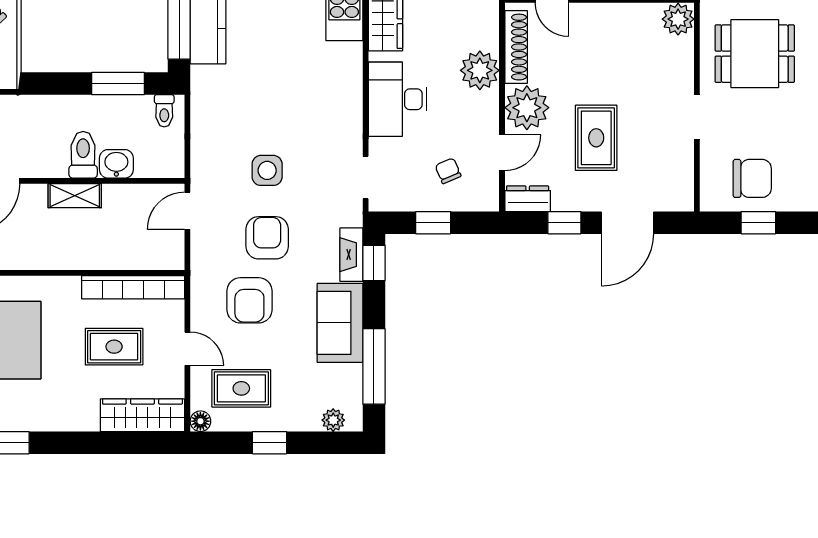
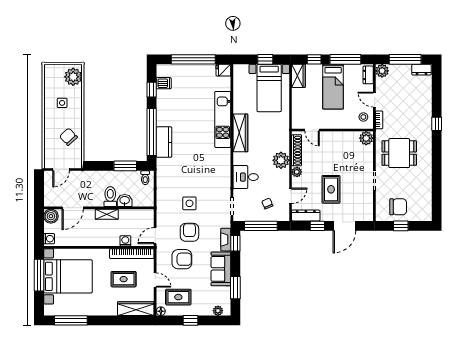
desk: (398, 99) -> (246, 177), width x0.73
plant: (527, 108) -> (297, 172), width x0.53, depth x0.53
dresser: (528, 199) -> (306, 216), width x1.44
door: (187, 211) -> (155, 236), moved
window: (433, 223) -> (261, 226), width x2.17
washing machine: (118, 258) -> (125, 241), added
armchair: (249, 300) -> (182, 259), turned -90
window: (374, 366) -> (235, 288), width x0.69

